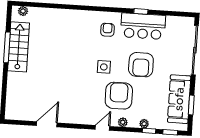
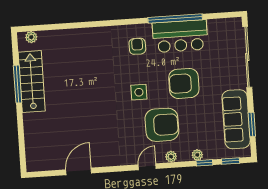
window: (141, 11) -> (175, 19), width x3.17
armchair: (141, 65) -> (184, 83), turned 90
armchair: (119, 96) -> (162, 125), turned 90

